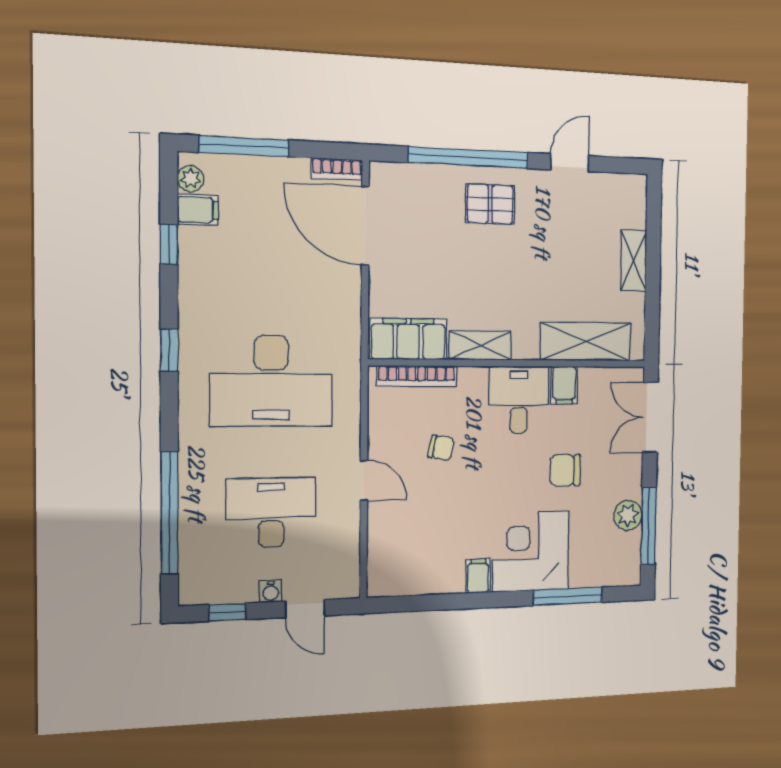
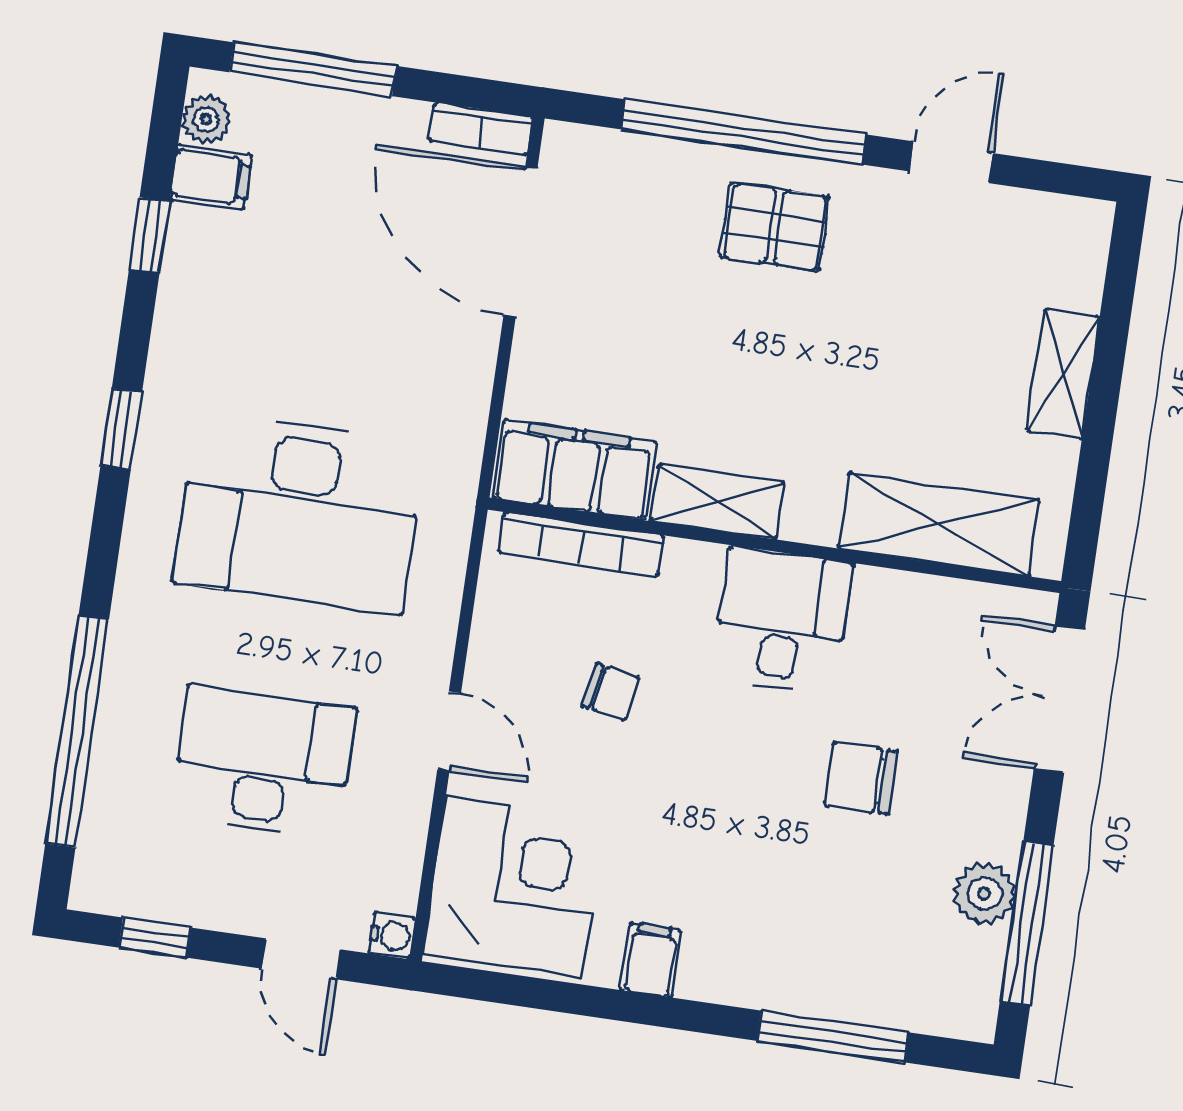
filing cabinet: (564, 385) -> (882, 606), removed
corner desk: (531, 551) -> (514, 887), moved, turned 90
water cooler: (271, 591) -> (392, 936), moved, turned -90

